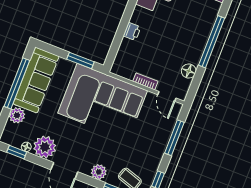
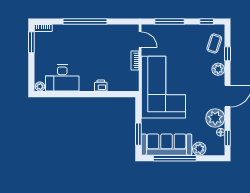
window: (80, 60) -> (138, 134), moved
floor lamp: (189, 71) -> (114, 30), removed
door: (167, 96) -> (140, 40), hinge flipped

